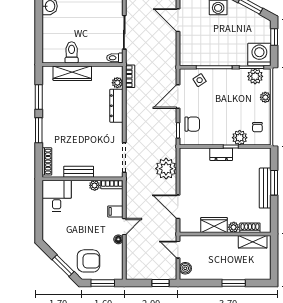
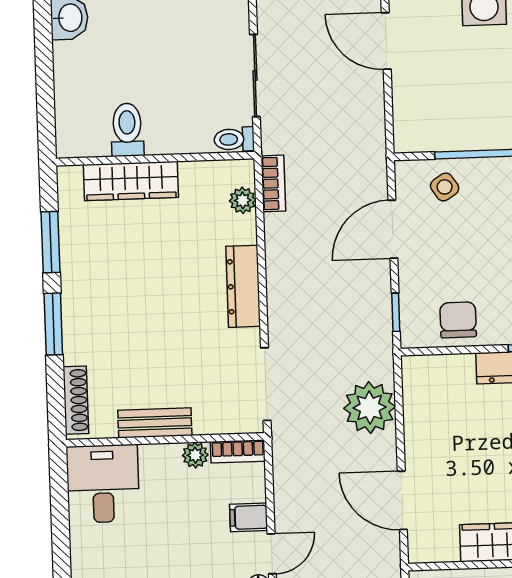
dresser: (116, 106) -> (243, 286), moved
chair: (192, 124) -> (458, 320), moved, turned -90

